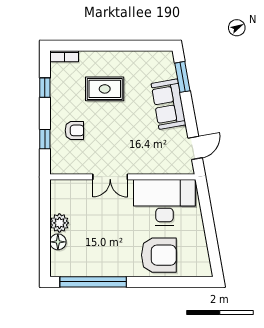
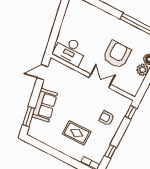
window: (45, 139) -> (131, 112), moved
desk: (164, 202) -> (70, 51), width x0.73, depth x0.77
armchair: (159, 255) -> (117, 55), moved, turned 90

